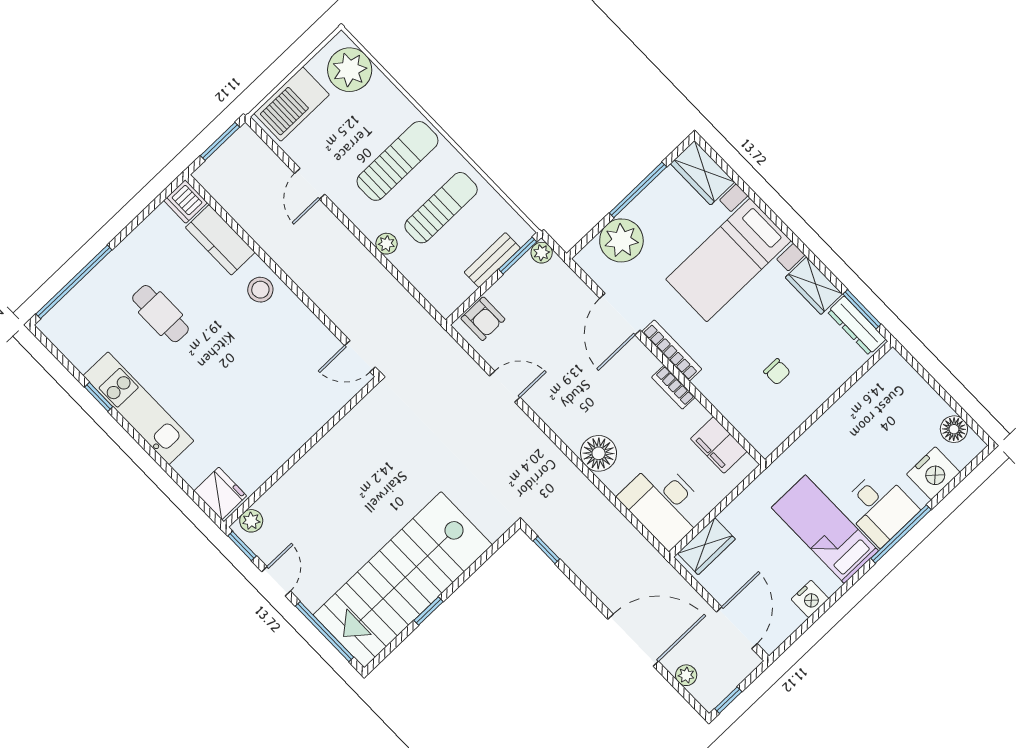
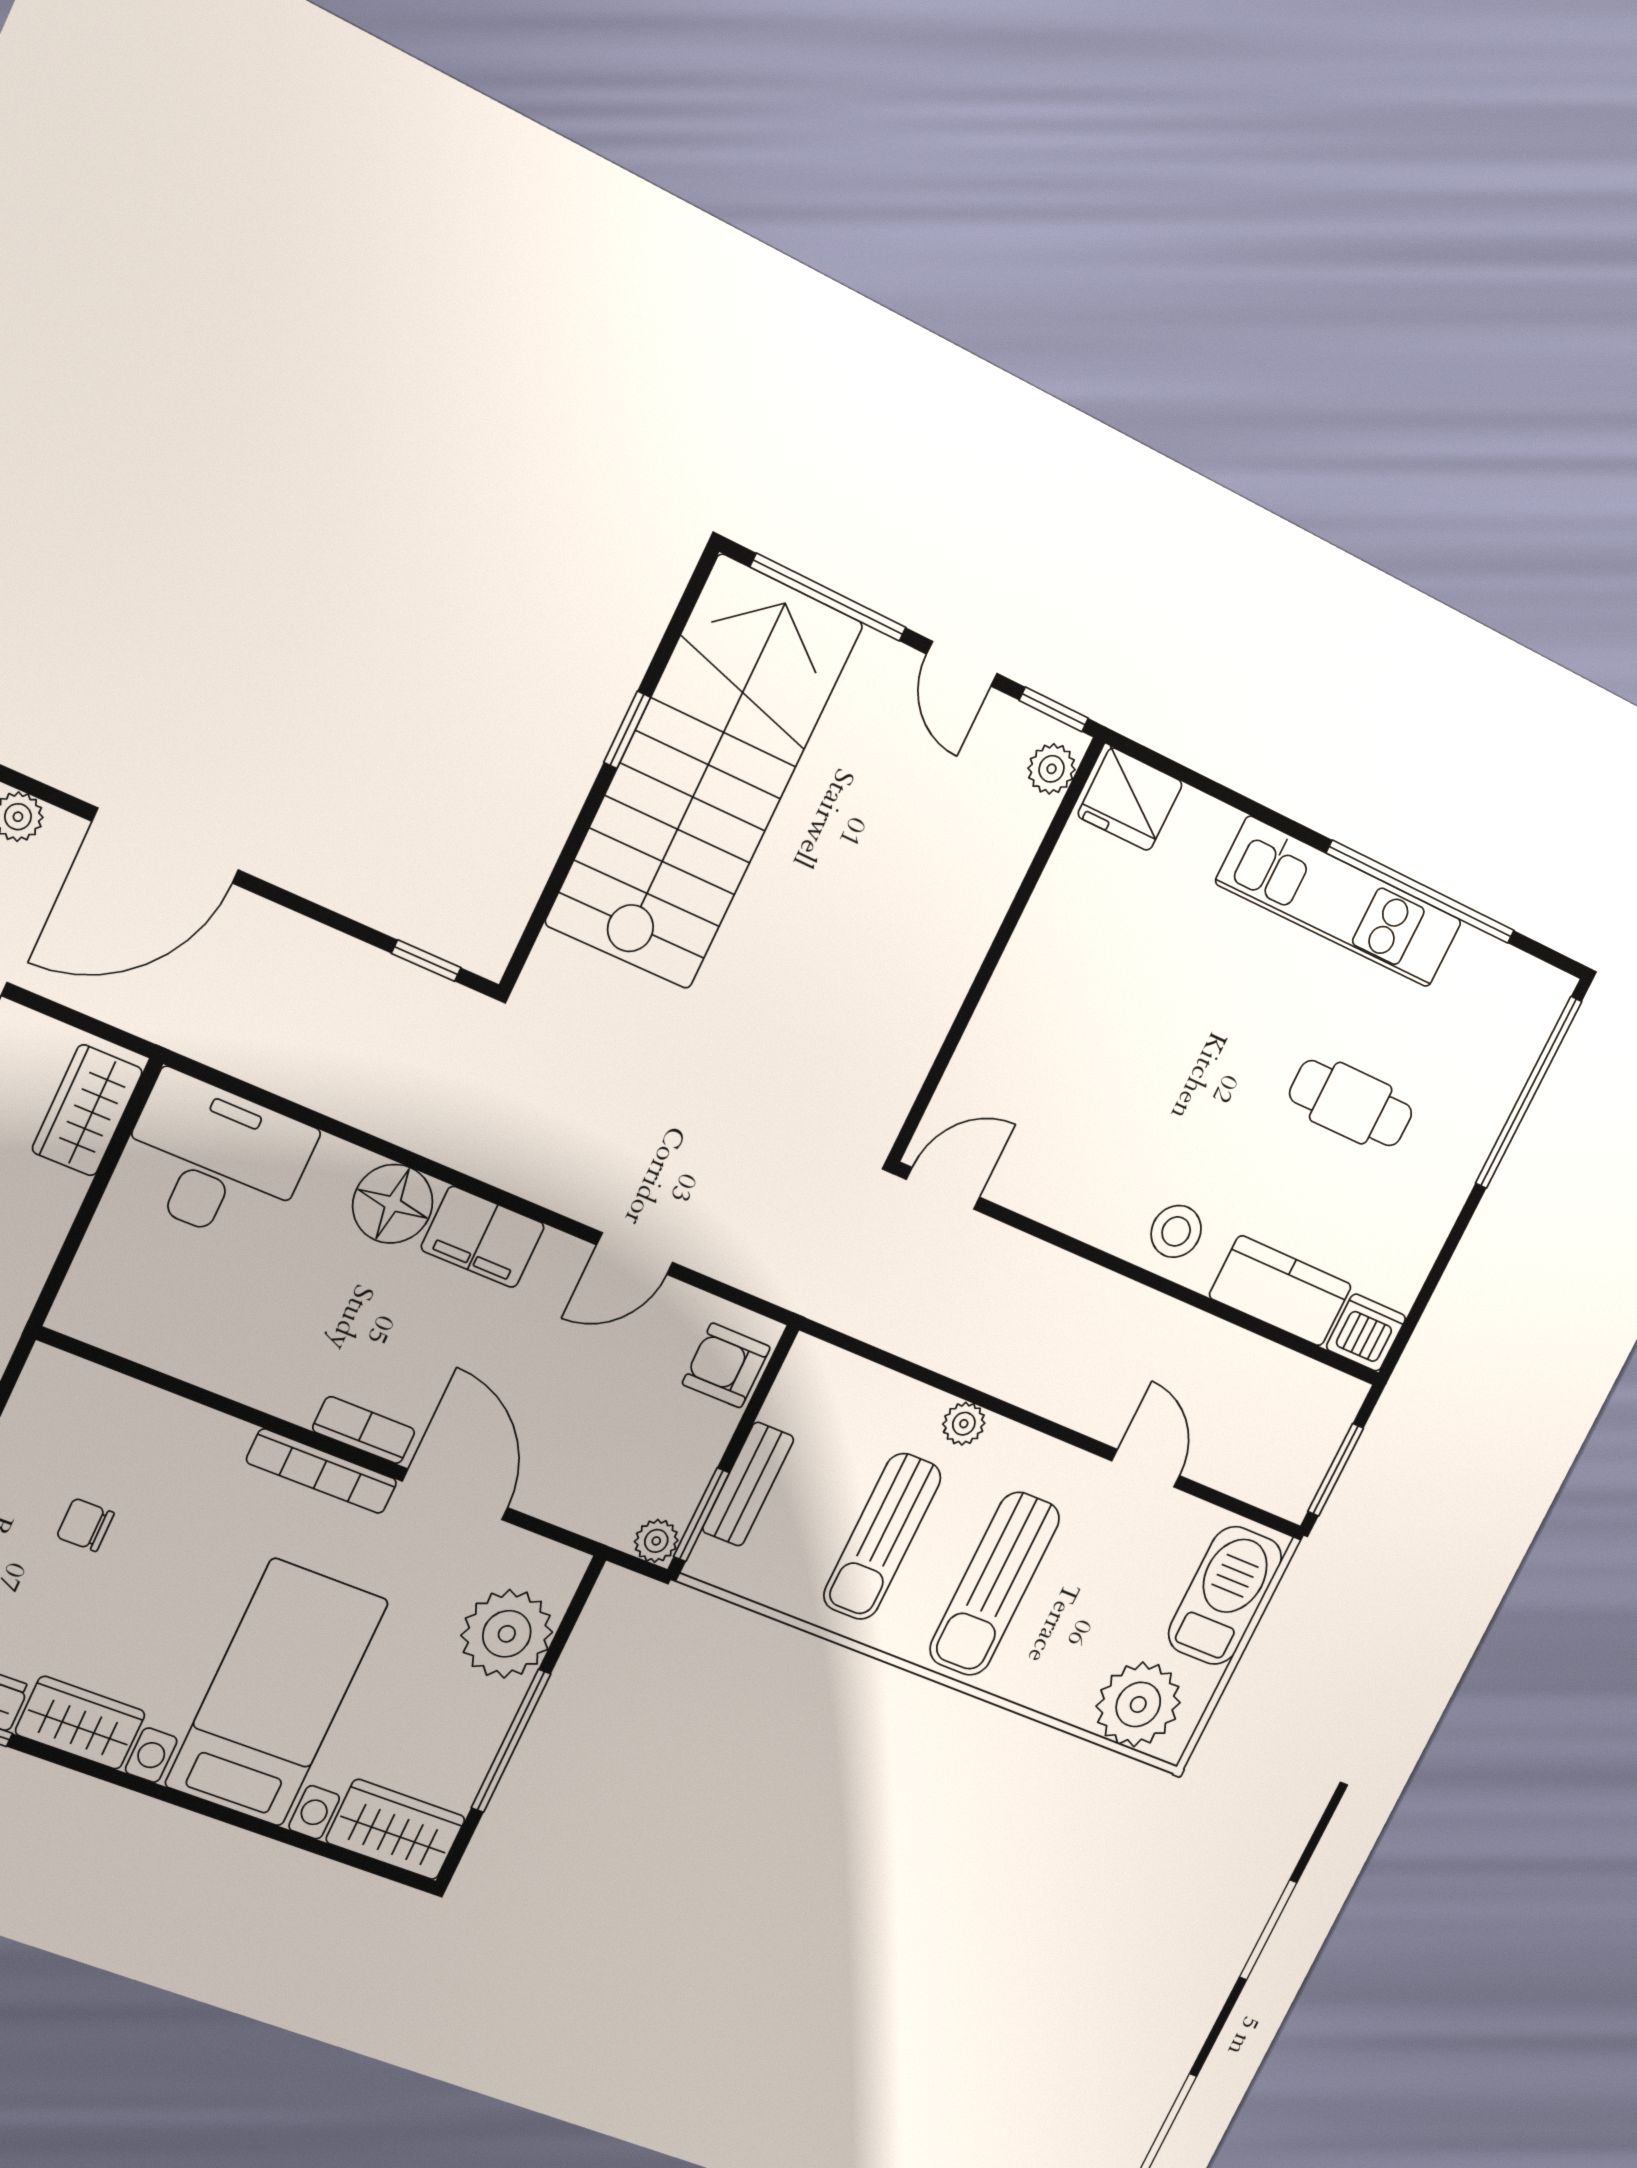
bookcase: (673, 387) -> (364, 1430), moved
window: (99, 397) -> (1421, 892), width x3.17
filing cabinet: (719, 445) -> (483, 1237), moved, turned 180

